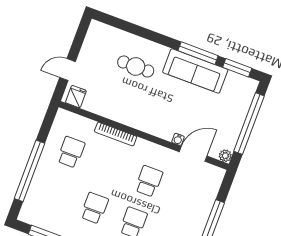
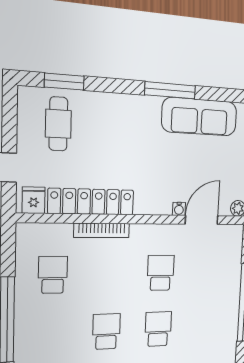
cafe table: (136, 67) -> (58, 124), moved, turned 90
window: (237, 68) -> (64, 82), moved
sofa: (195, 71) -> (200, 117), moved
locker: (115, 111) -> (91, 202), added

